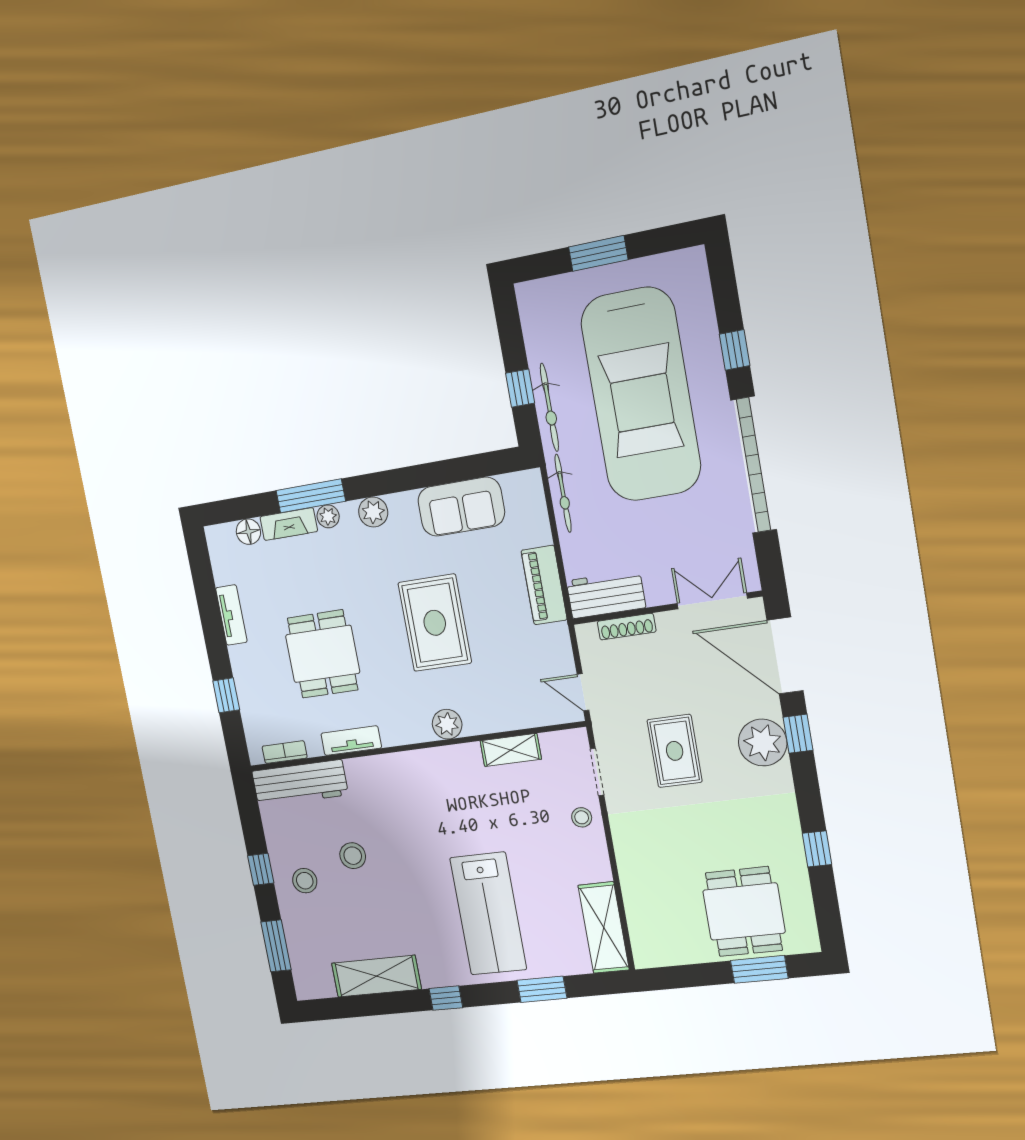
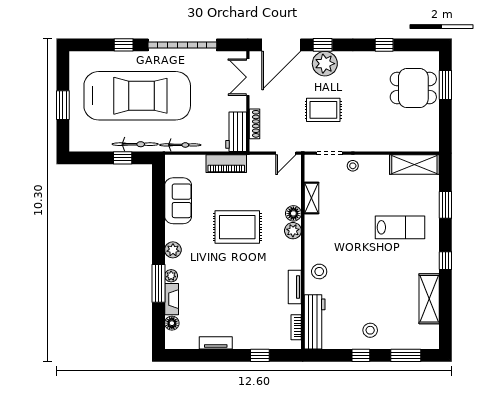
dining table: (323, 654) -> (245, 294), removed
floor lamp: (478, 721) -> (293, 213), added
stool: (353, 856) -> (319, 271), moved
lab bench: (488, 914) -> (400, 227), width x0.73, depth x0.72

